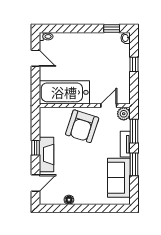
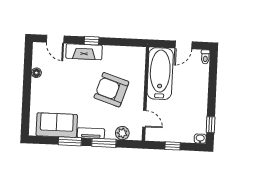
bathtub: (64, 92) -> (160, 74), moved
wall: (85, 106) -> (145, 94), moved
door: (109, 106) -> (144, 119), moved

